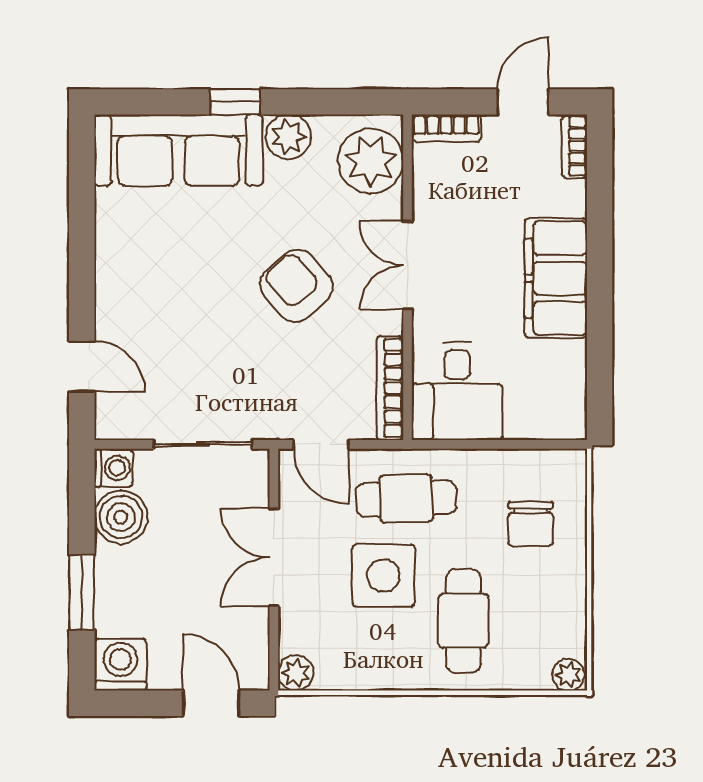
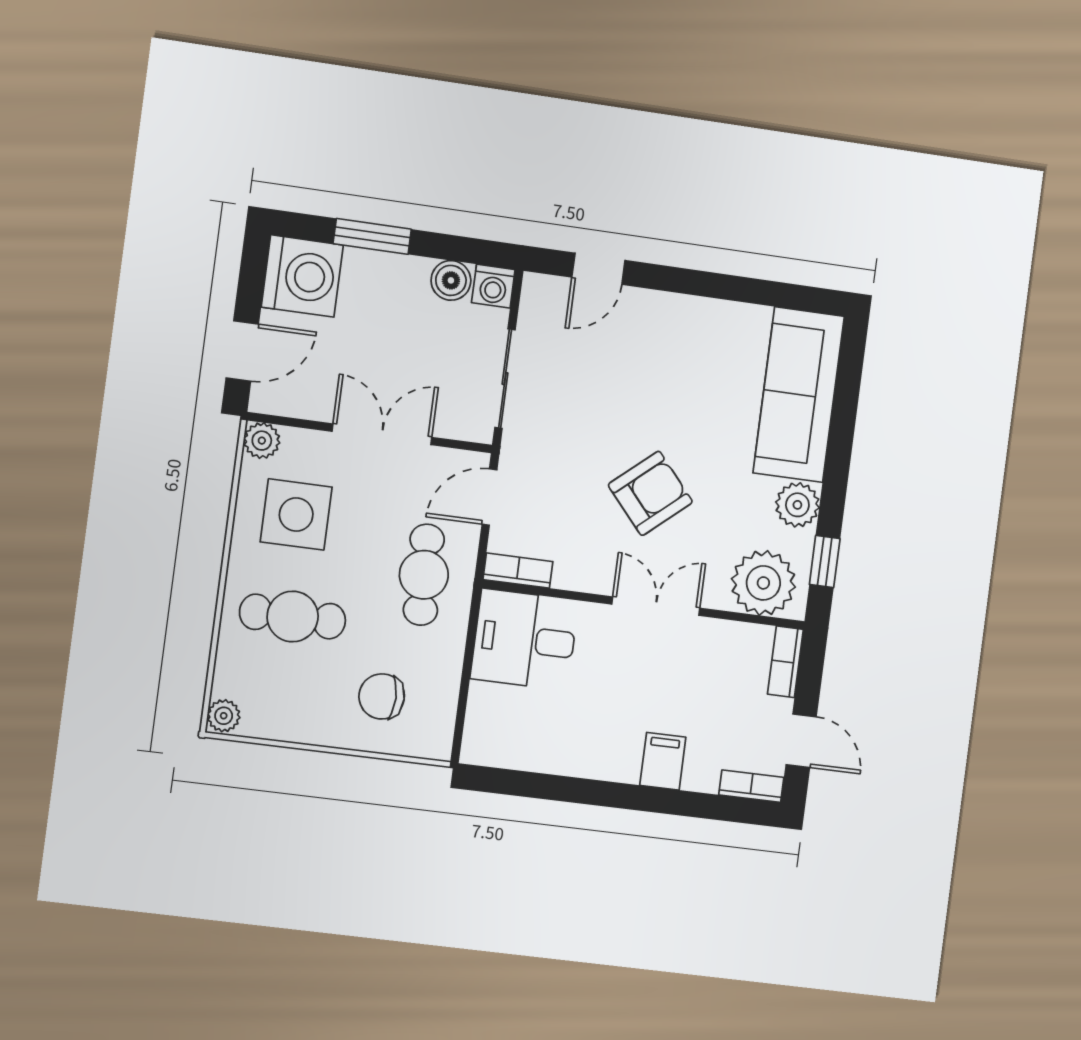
window: (235, 102) -> (825, 562), moved
filing cabinet: (556, 278) -> (663, 761), width x0.33, depth x0.86
bookcase: (390, 388) -> (518, 571), width x0.64
boiler: (121, 517) -> (451, 280), width x0.73, depth x0.73
side table: (384, 575) -> (296, 514), moved
washing machine: (120, 665) -> (302, 276), width x1.37, depth x1.37

